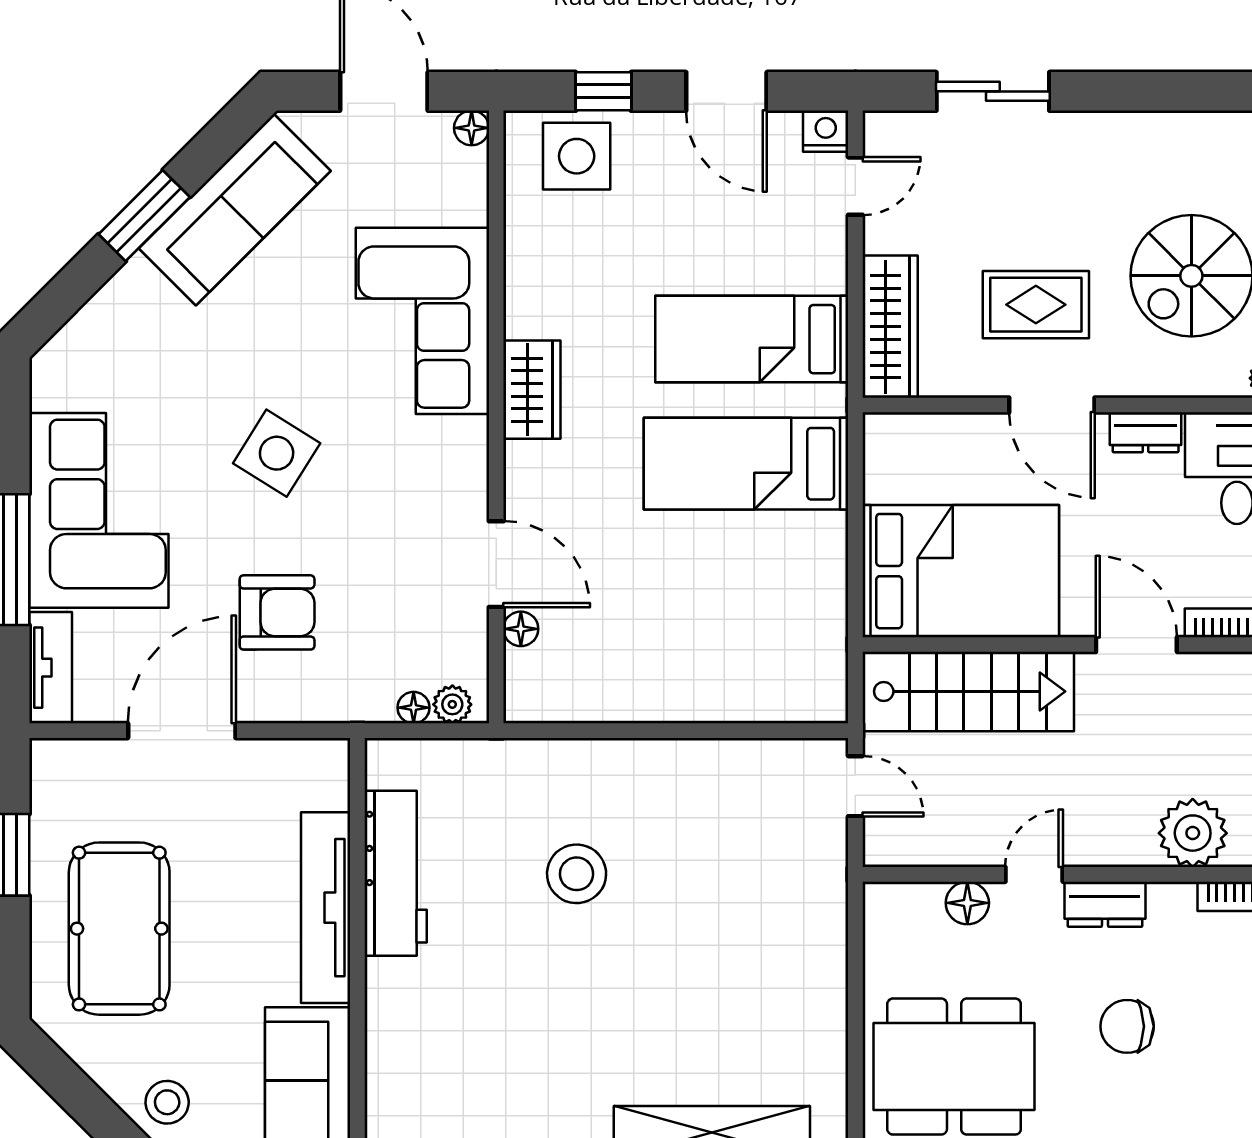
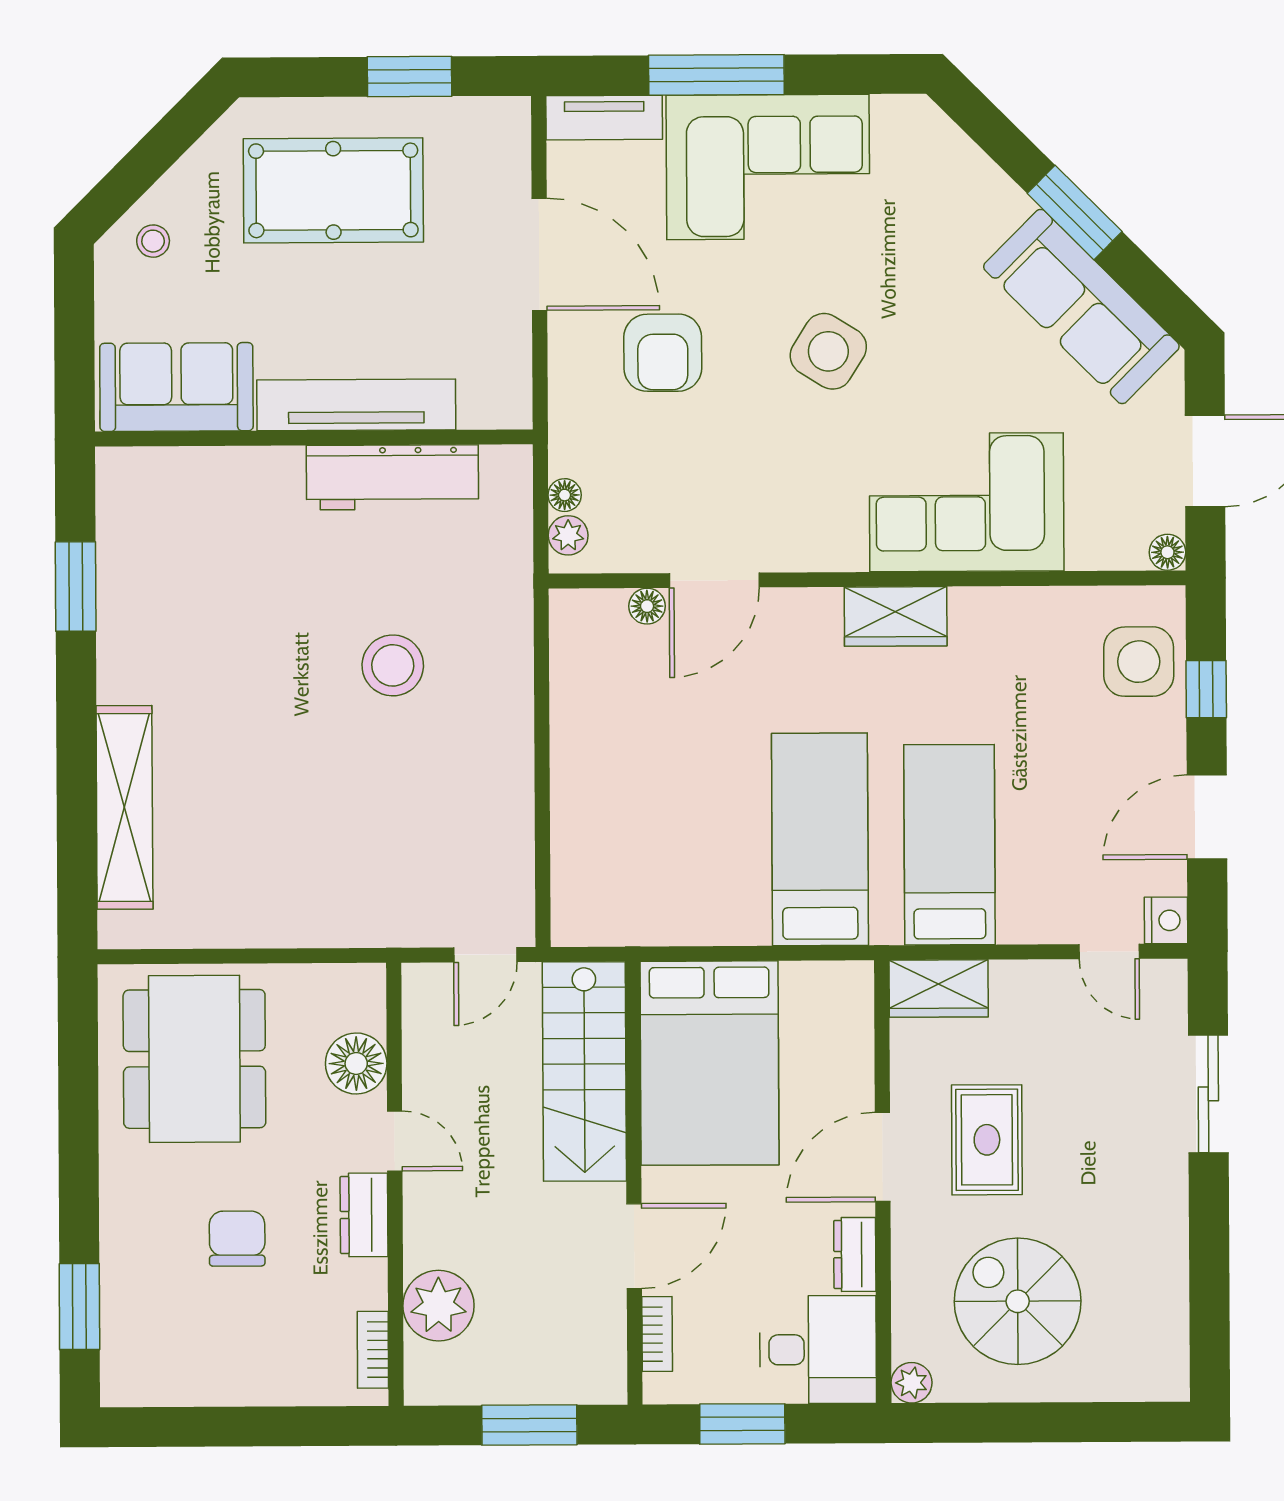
wardrobe: (890, 327) -> (939, 989), width x0.67
floor lamp: (967, 903) -> (356, 1063), width x1.38, depth x1.38
stool: (167, 1102) -> (153, 241), width x0.73, depth x0.73

